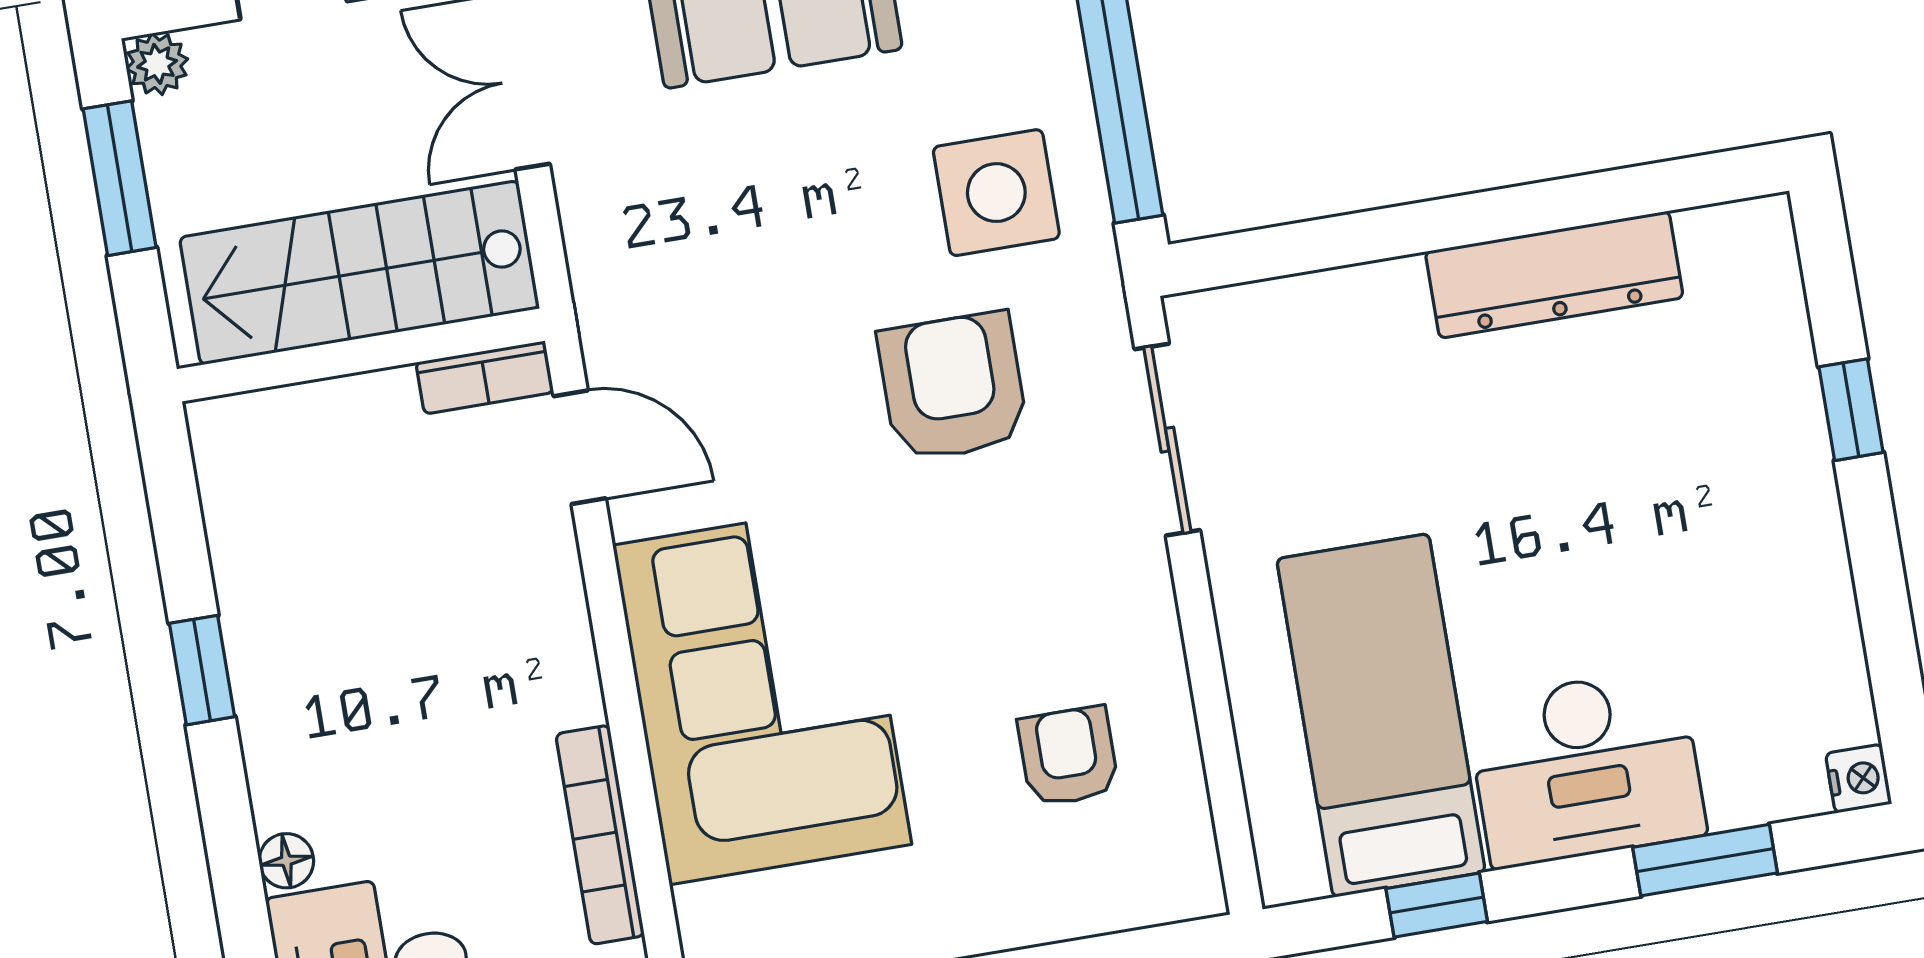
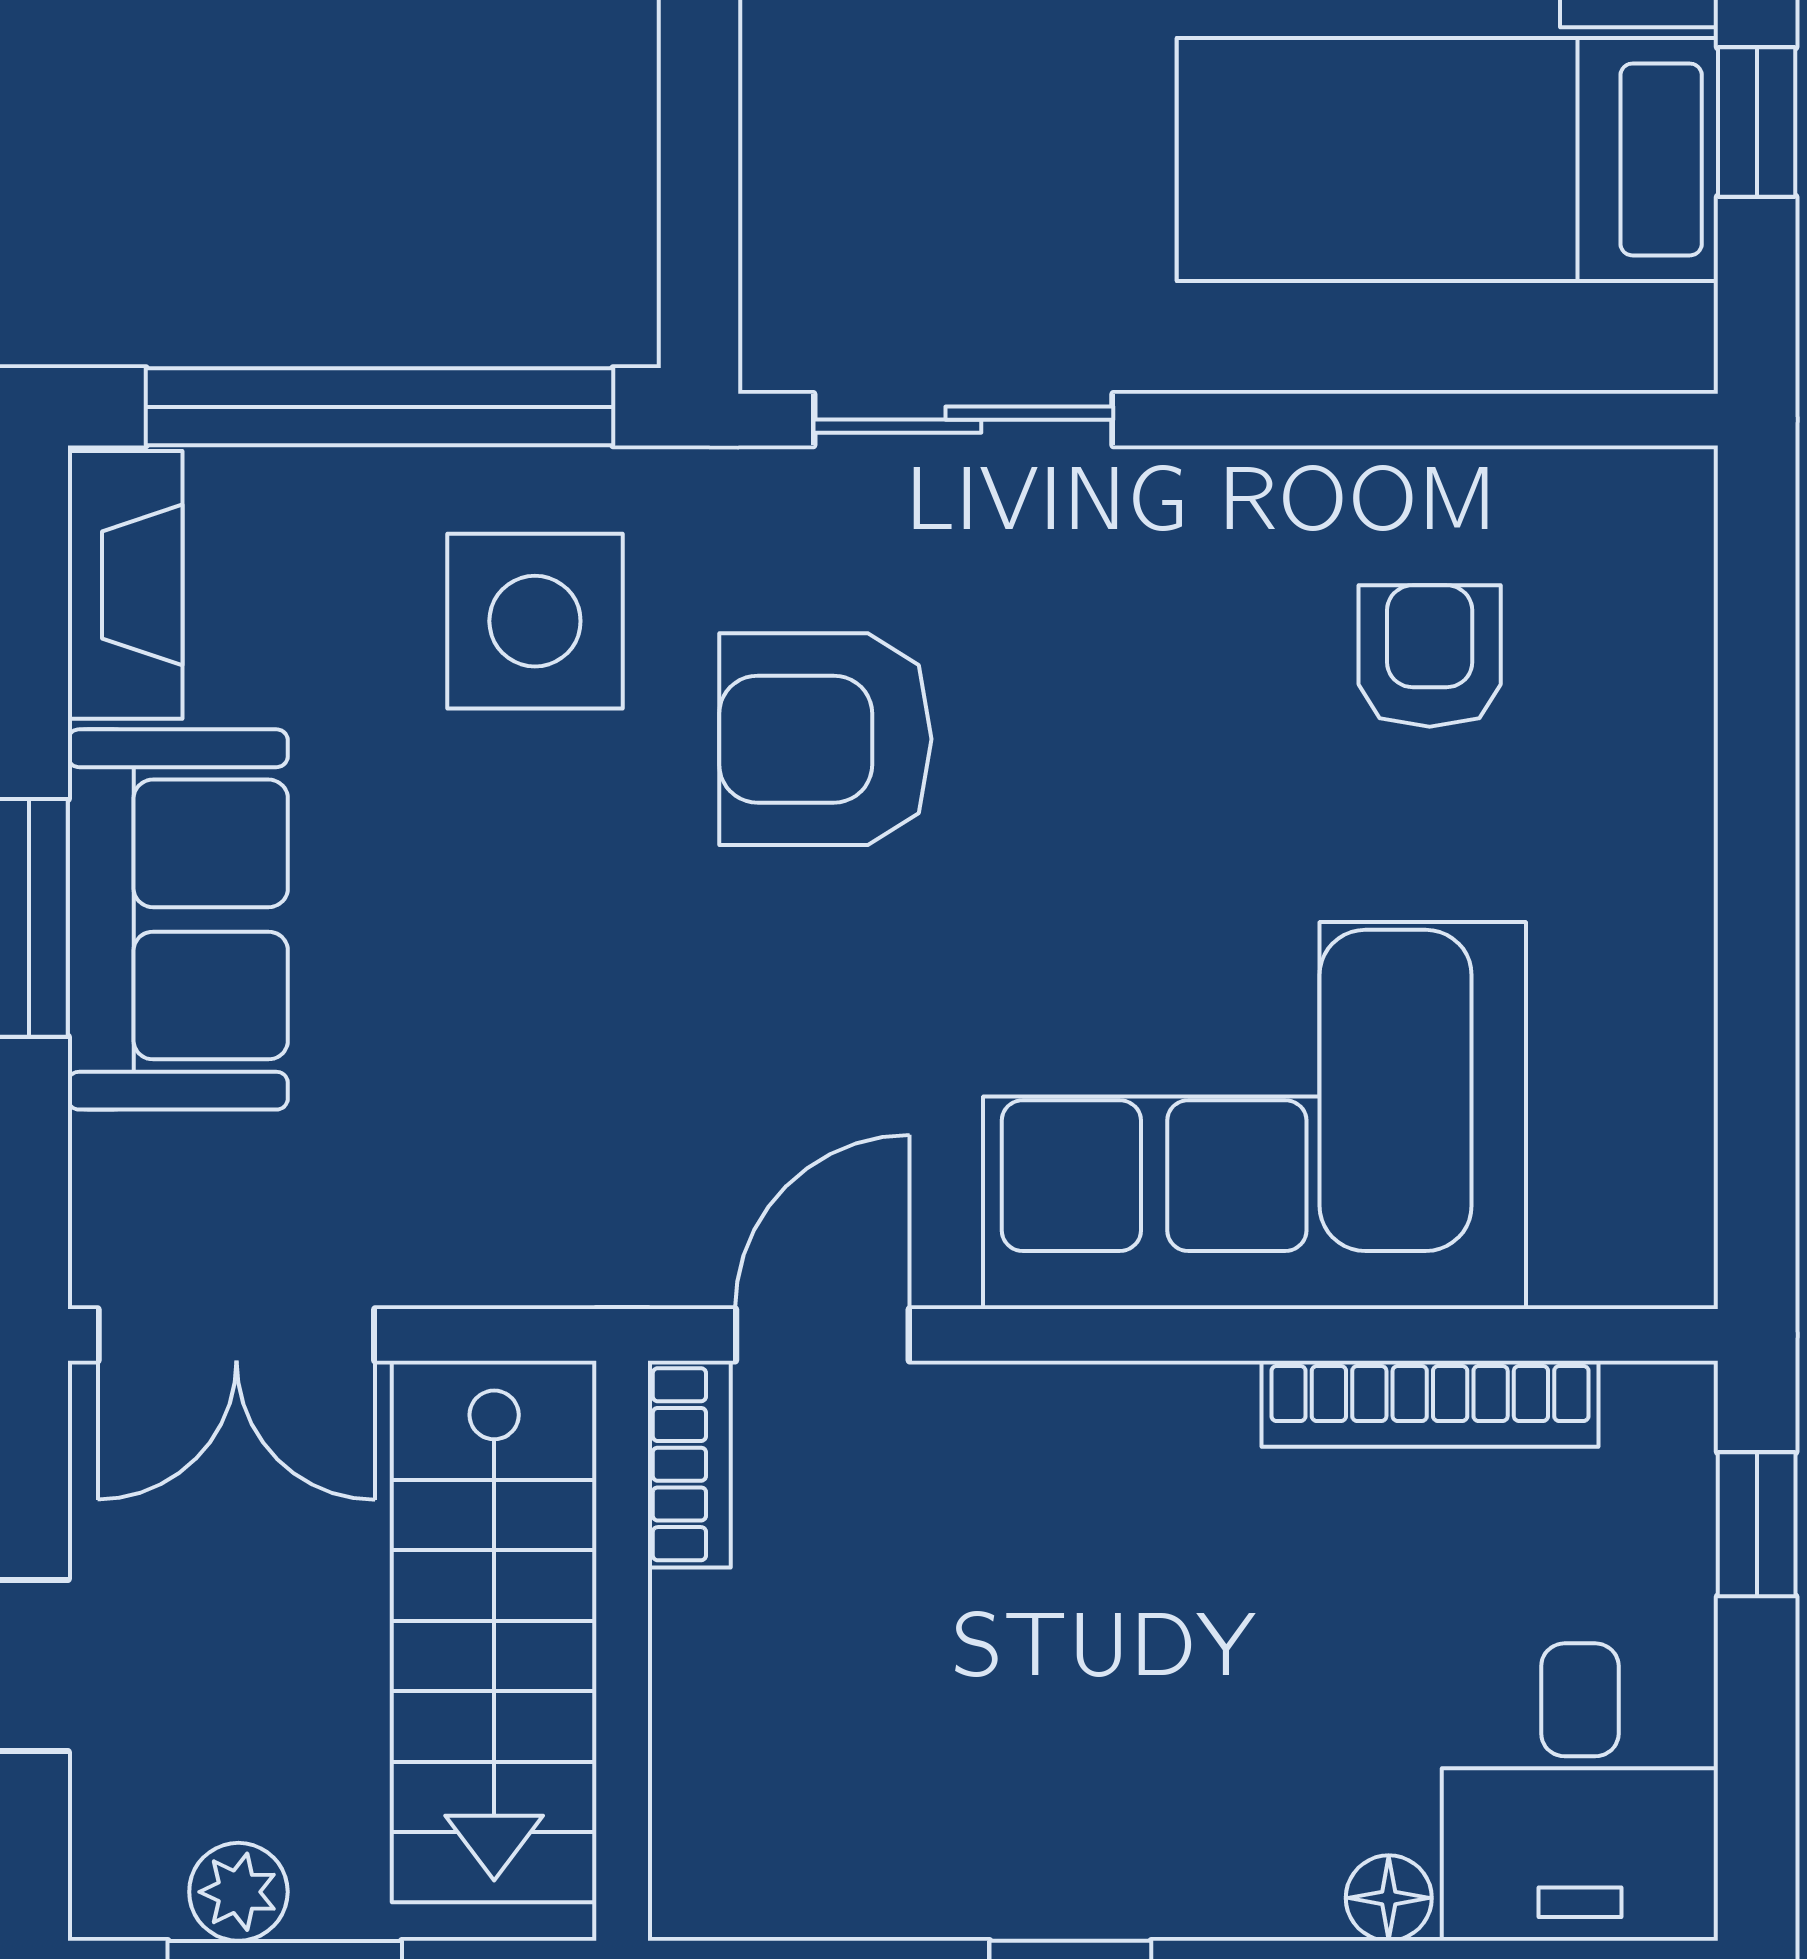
plant: (157, 64) -> (238, 1892), moved
armchair: (1068, 756) -> (1430, 656), turned 90

